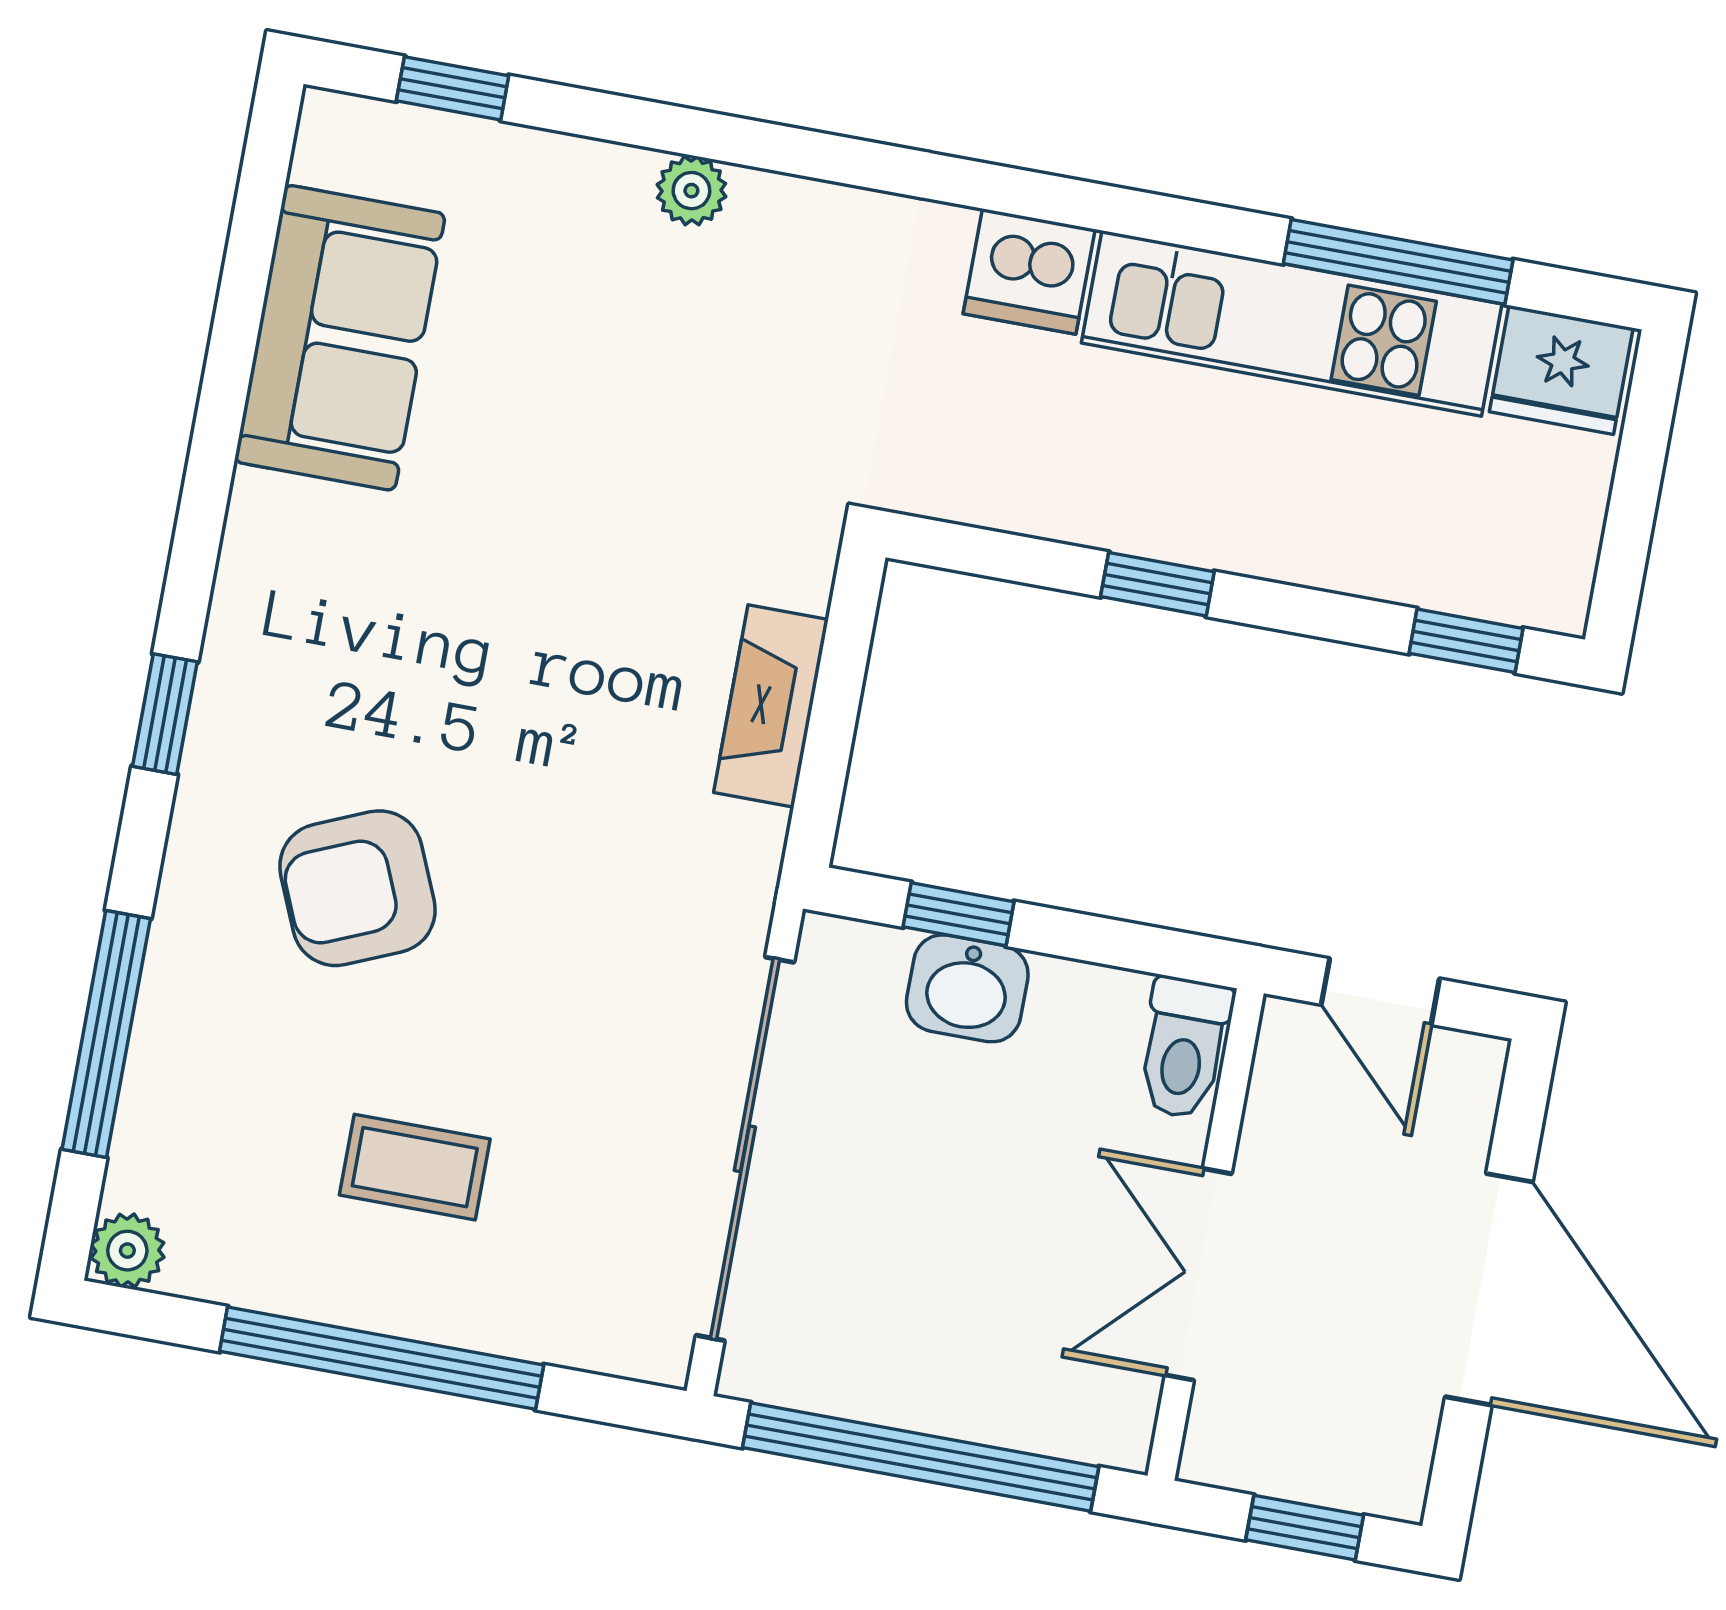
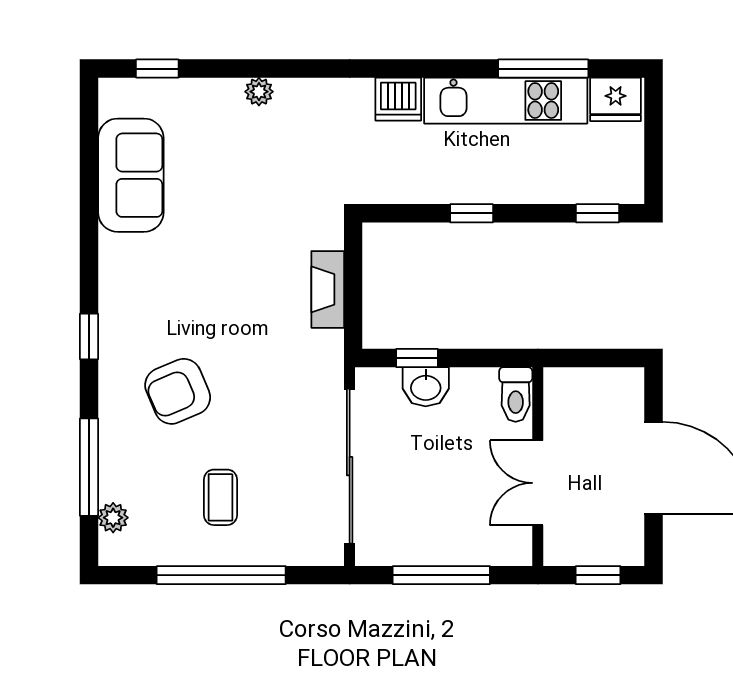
door: (1380, 992) -> (589, 358), removed
coffee table: (415, 1167) -> (220, 497), turned 90
plant: (127, 1251) -> (113, 518), moved
window: (921, 1457) -> (441, 575), width x0.68

